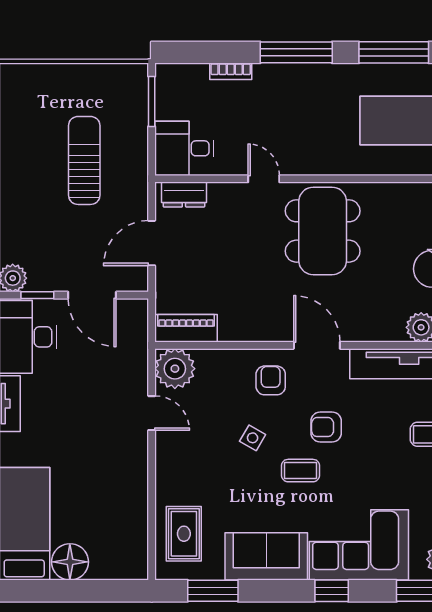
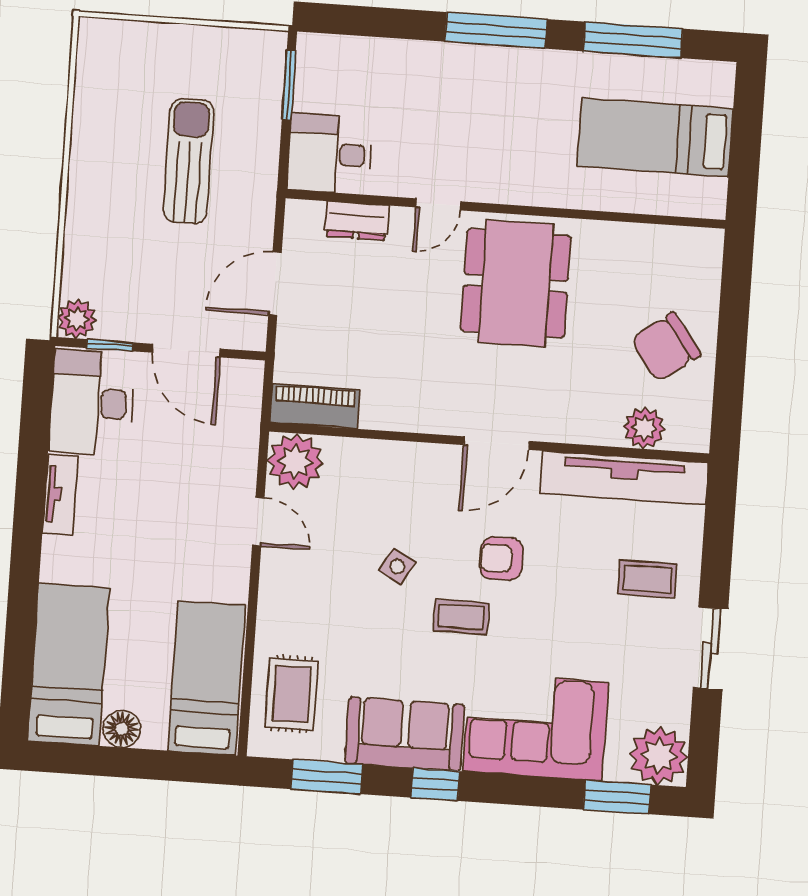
bookcase: (231, 71) -> (403, 51), removed
door: (264, 179) -> (438, 204), swing flipped
dresser: (184, 195) -> (357, 221), moved
door: (317, 345) -> (496, 443), swing flipped
armchair: (271, 380) -> (428, 488), removed
bed: (123, 527) -> (207, 678), added
floor lamp: (70, 562) -> (122, 729), width x0.73, depth x0.73
window: (332, 591) -> (435, 784), moved

